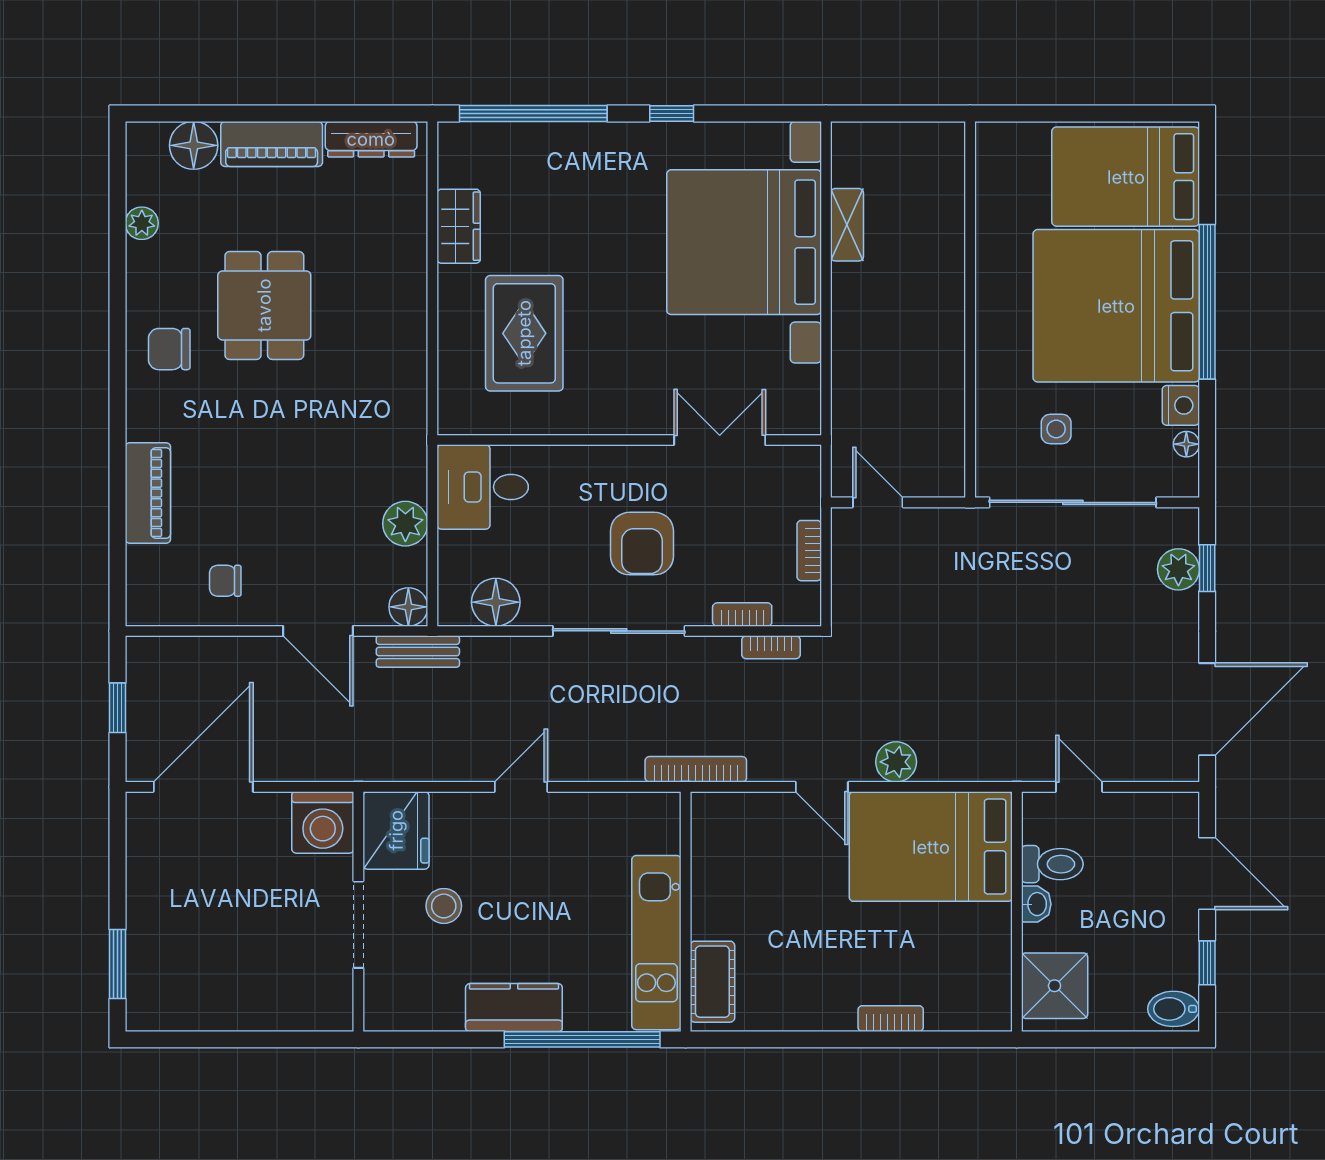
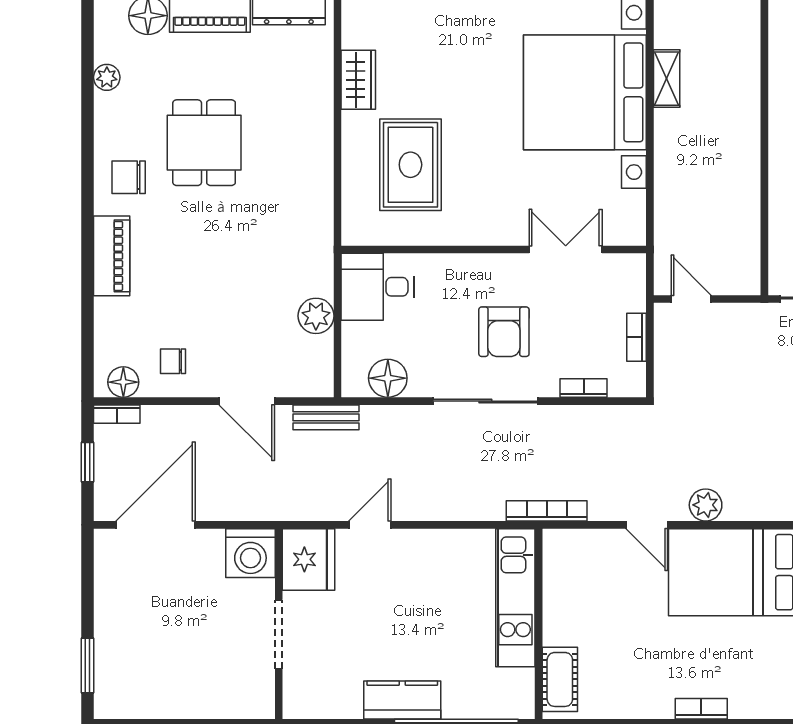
piano: (148, 493) -> (112, 256), moved
floor lamp: (408, 607) -> (123, 382), moved
bookcase: (771, 647) -> (117, 414), moved
door: (521, 787) -> (370, 525), moved
stool: (444, 906) -> (347, 619), removed
kitchen unit: (656, 943) -> (515, 598), moved

